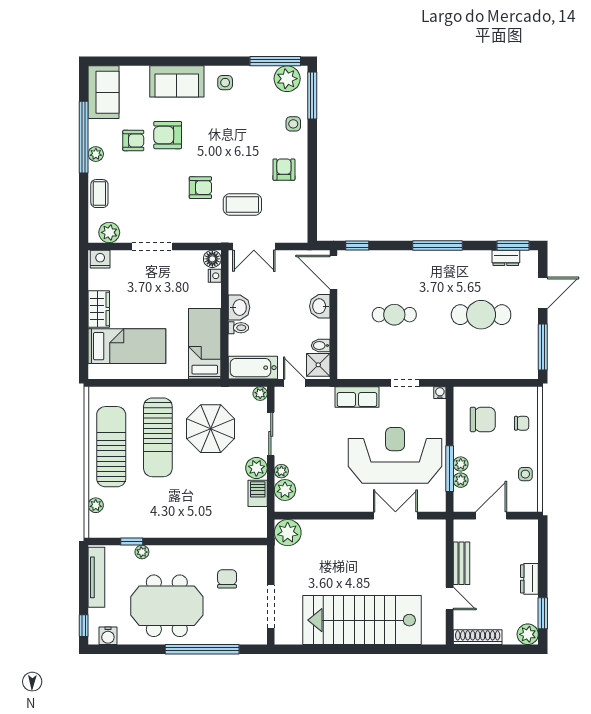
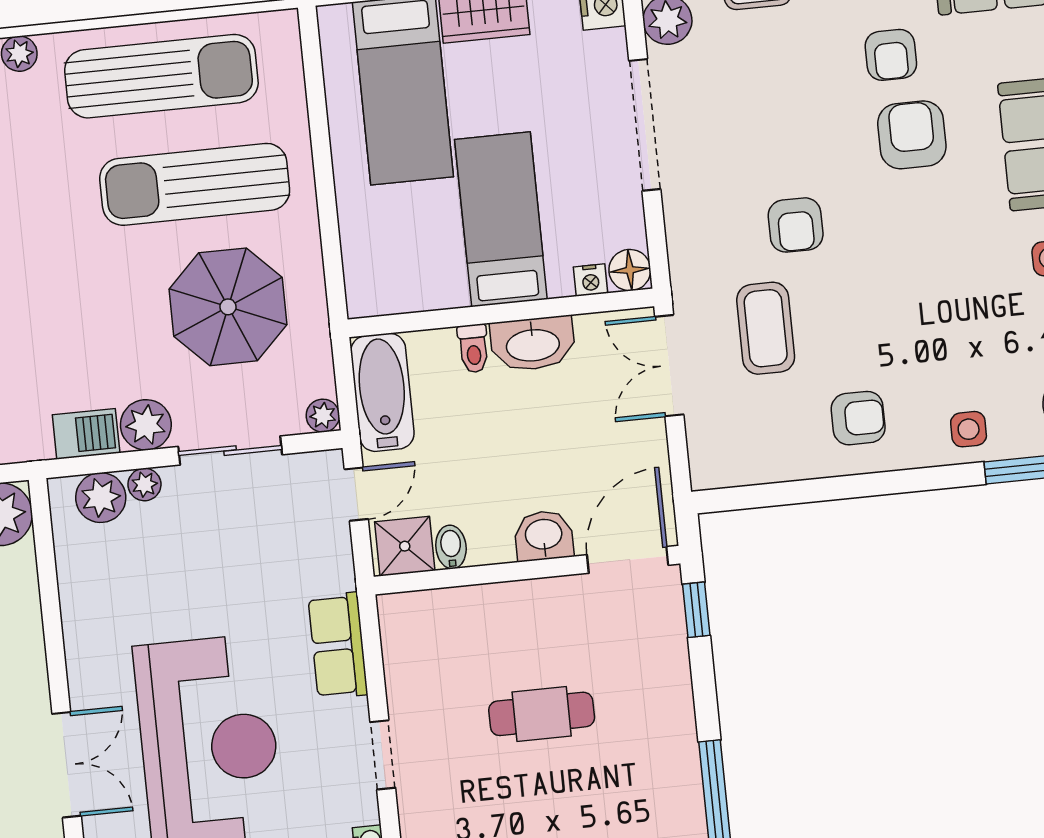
doorway: (152, 246) -> (645, 125), width x1.36
washbasin: (239, 307) -> (533, 344), width x1.38
cafe table: (394, 315) -> (542, 714), turned 90
bed: (205, 344) -> (501, 219), moved, turned -90

